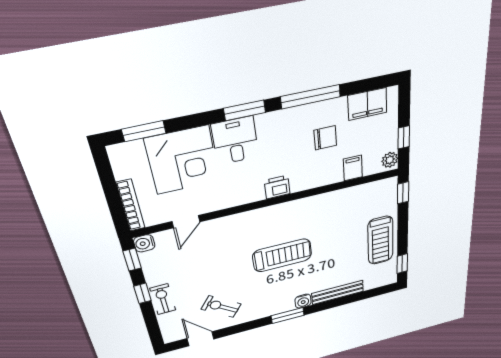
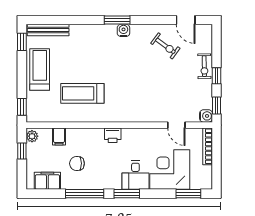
door: (186, 222) -> (176, 125), swing flipped
treadmill: (282, 255) -> (82, 93), moved
bench: (338, 292) -> (48, 30), moved
water cooler: (303, 301) -> (123, 30), moved

